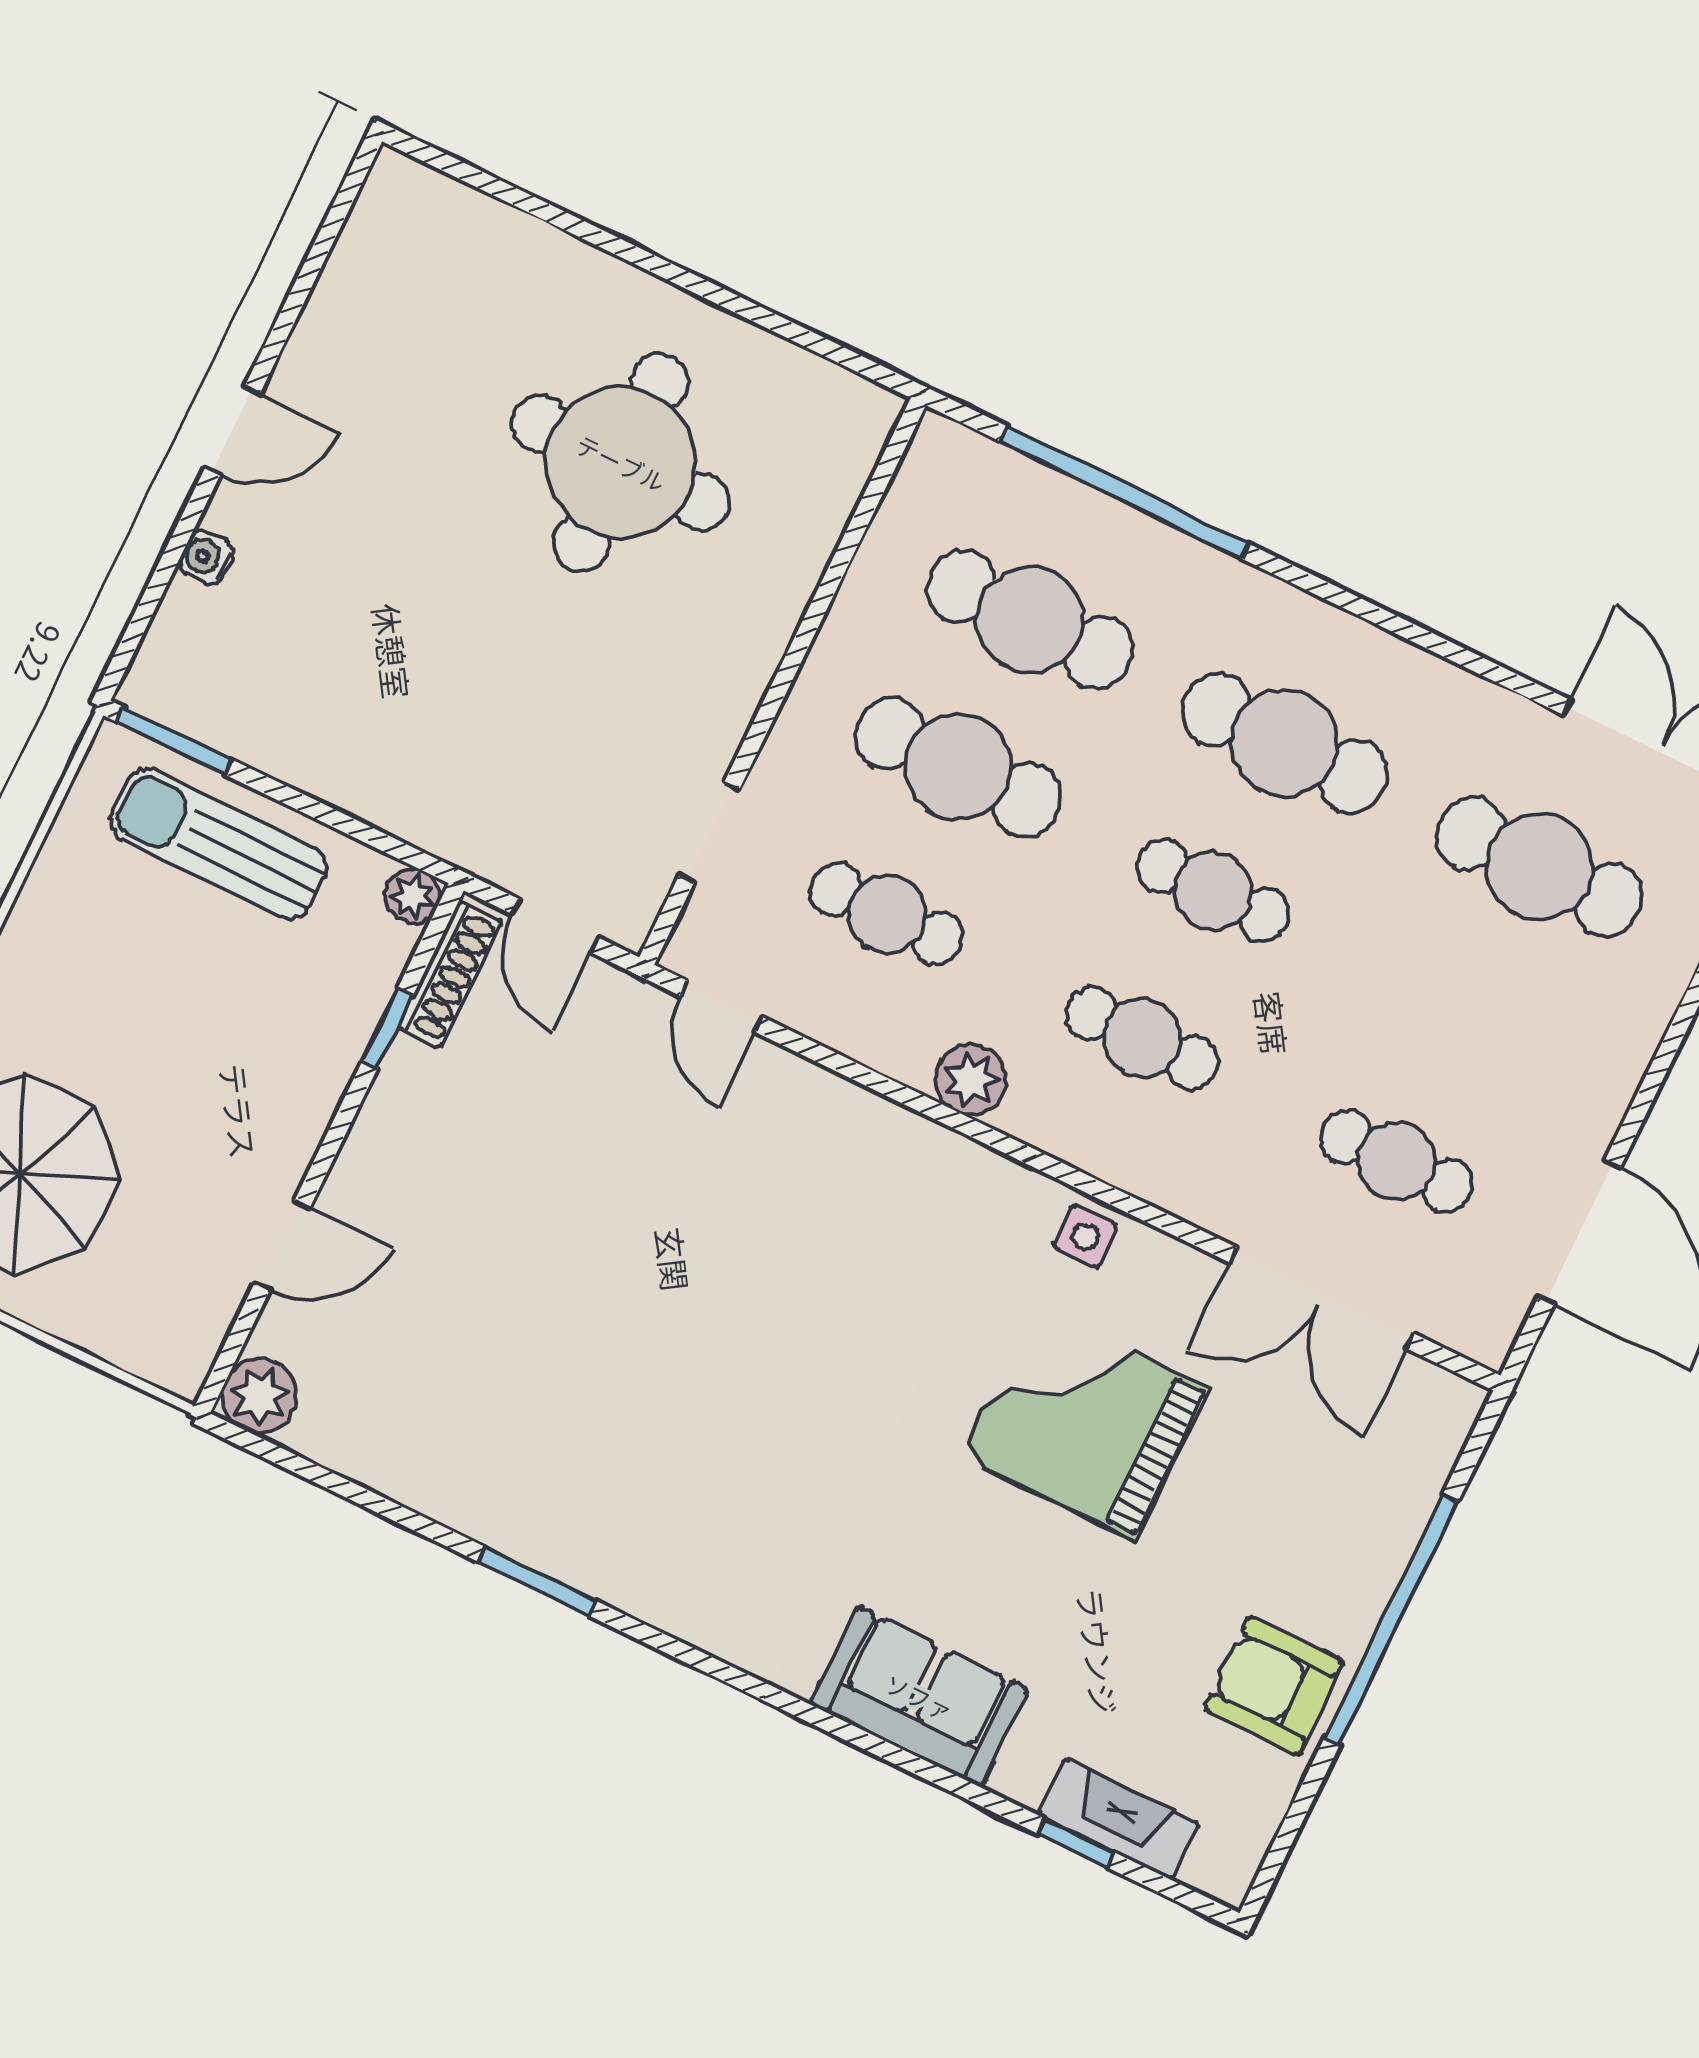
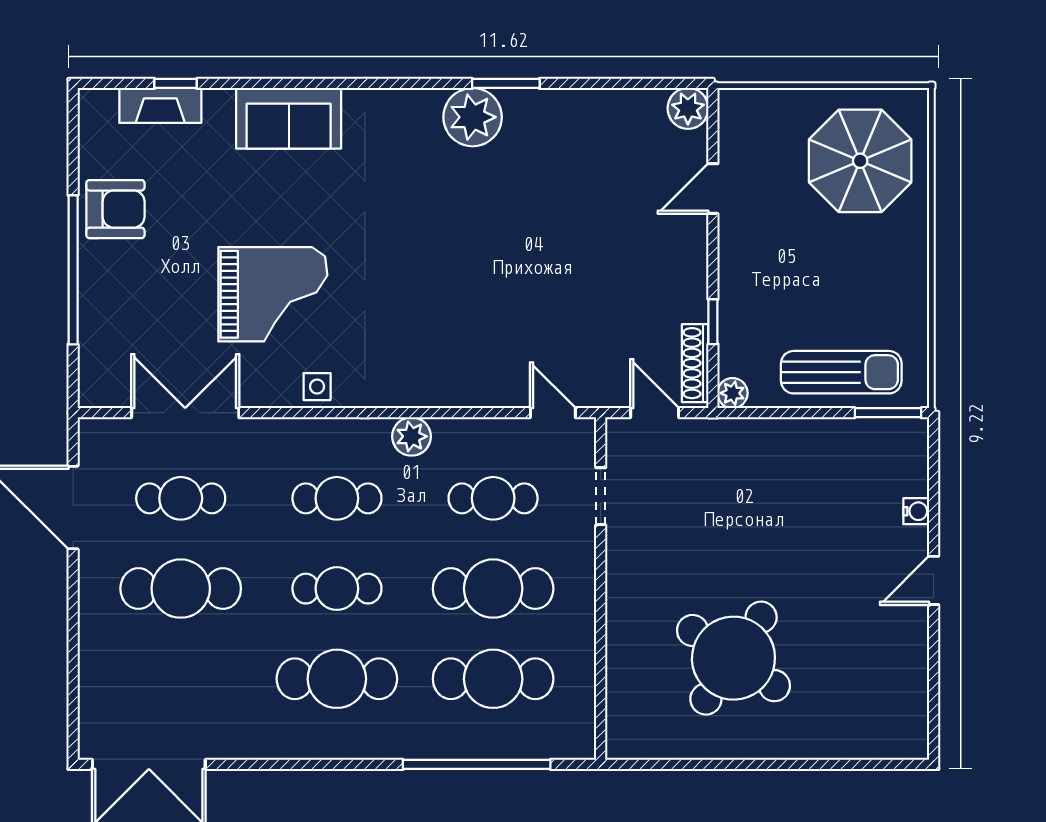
round table: (621, 463) -> (733, 658), turned 34
cafe table: (1540, 867) -> (181, 589), moved
plant: (618, 1553) -> (473, 117), added

